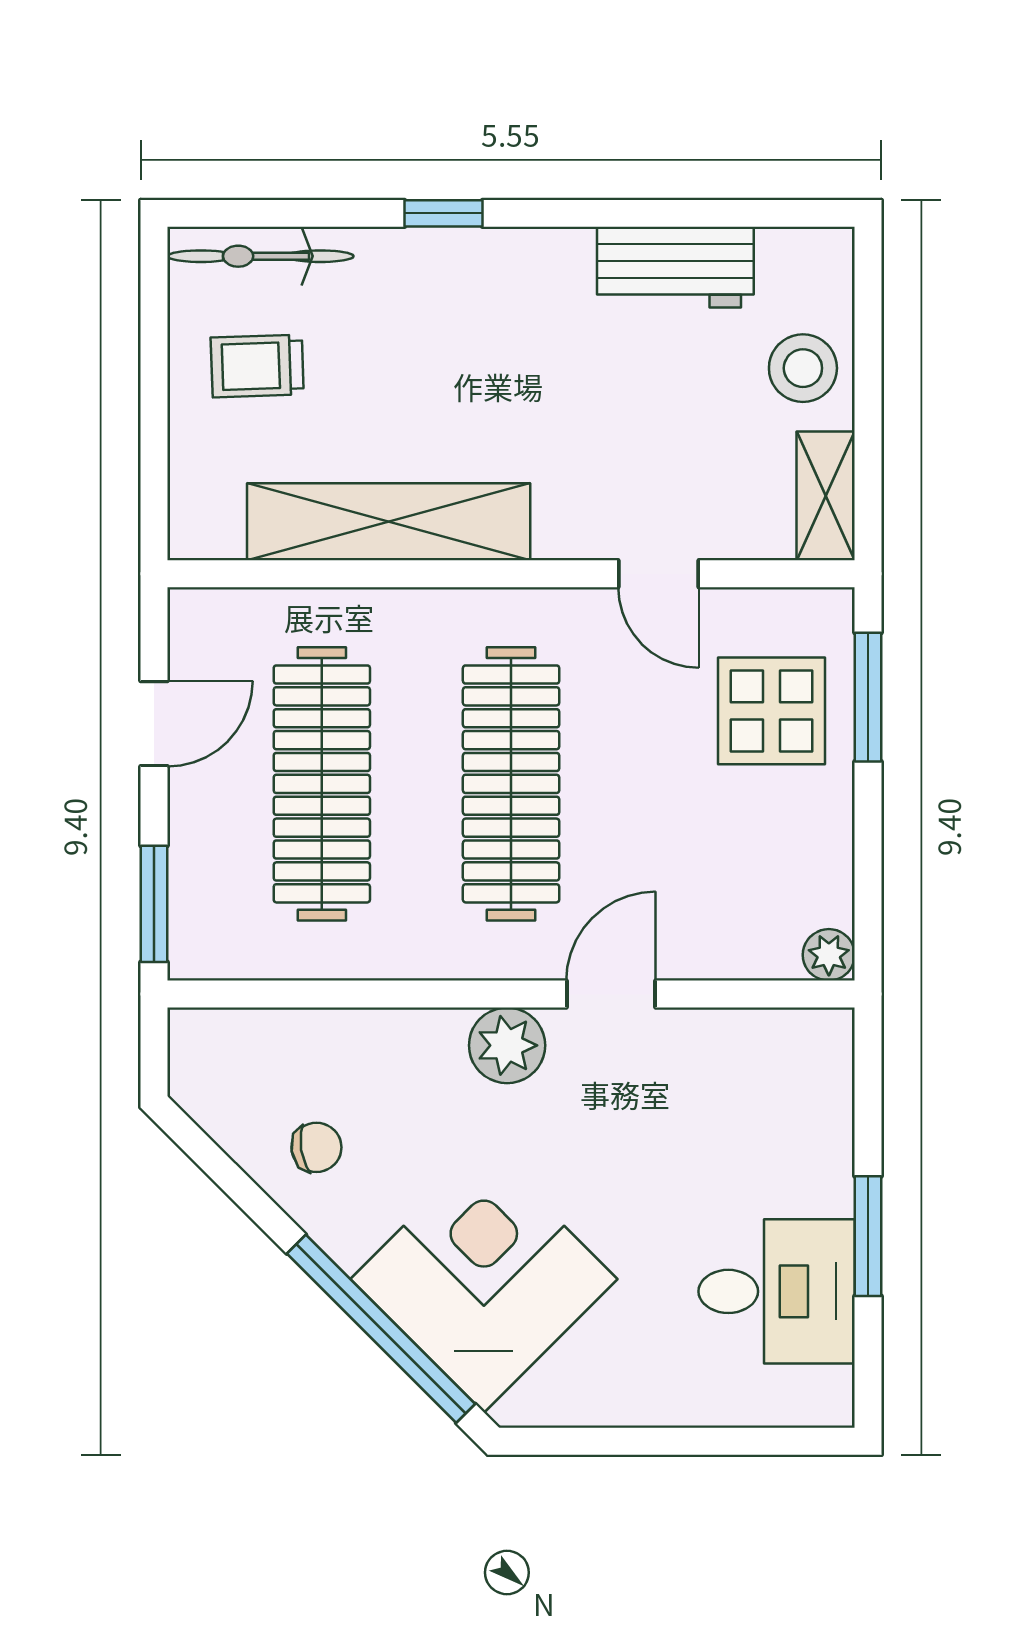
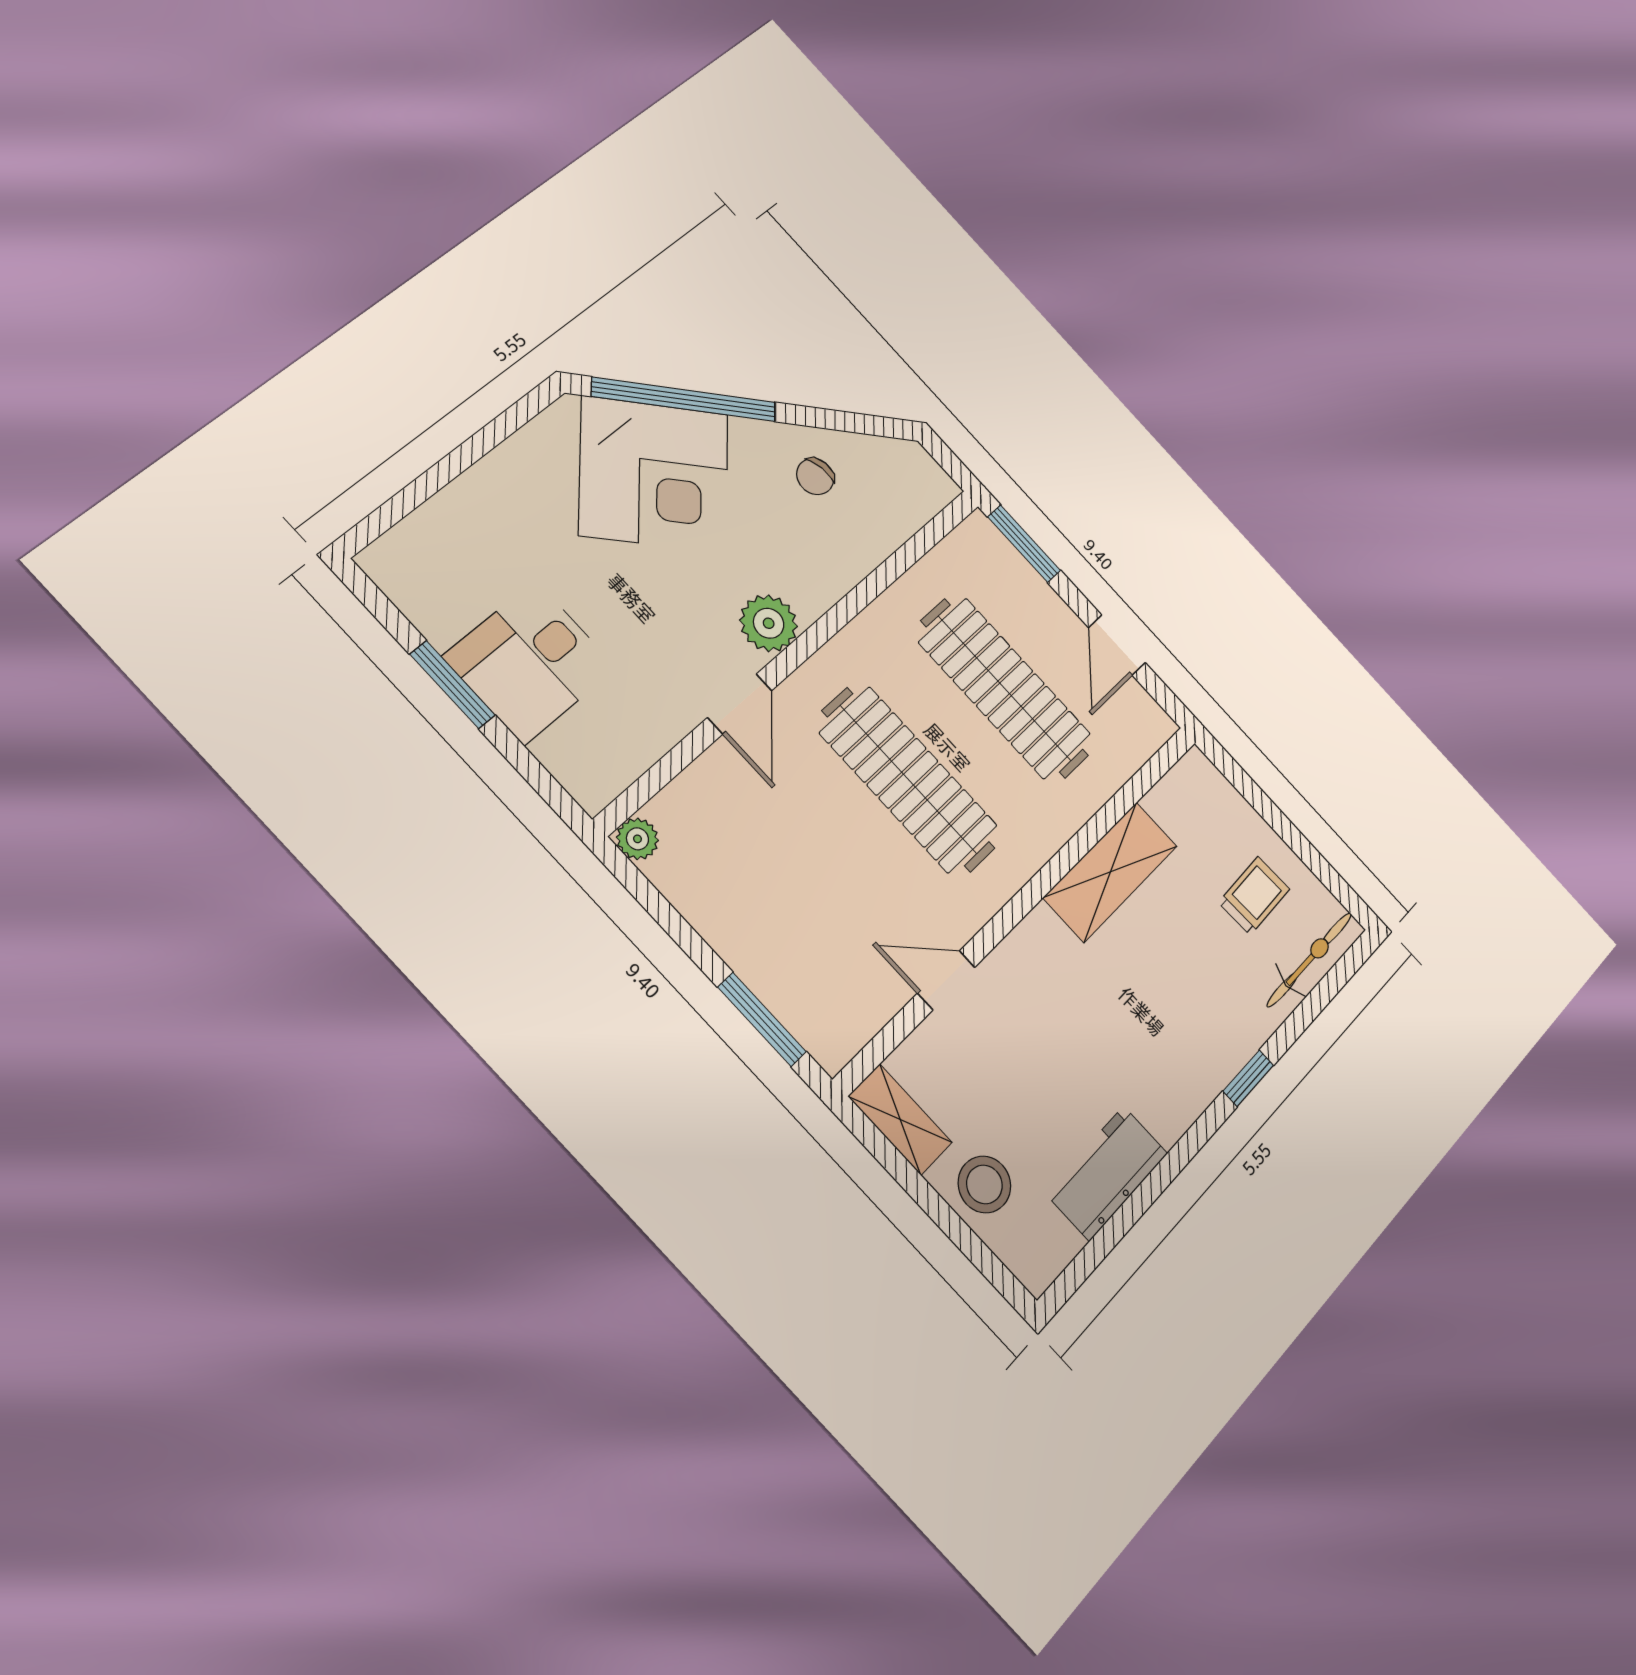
shelving: (389, 522) -> (1111, 872), width x0.68
display table: (771, 711) -> (809, 958), removed
desk: (777, 1291) -> (530, 662), moved

